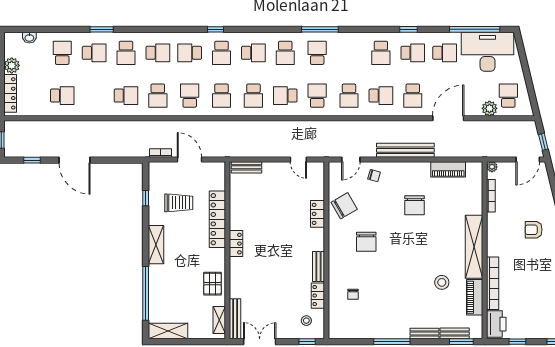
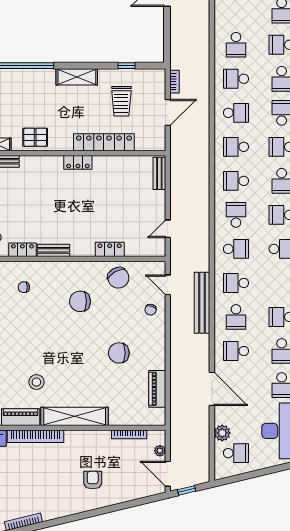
bench: (405, 150) -> (202, 303), moved
plant: (492, 167) -> (160, 451), moved

